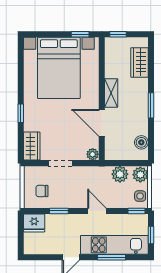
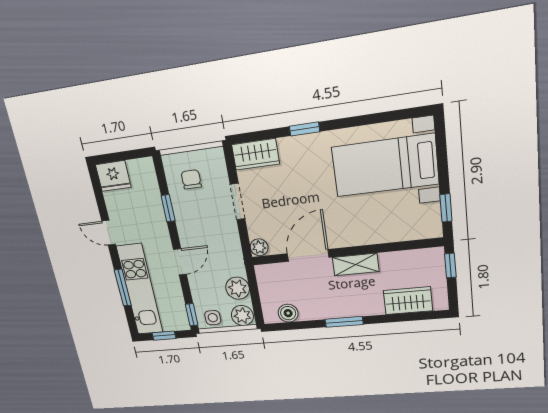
bed with nightstands: (59, 68) -> (385, 166), width x0.73
fridge: (34, 223) -> (113, 176), moved, turned -90

